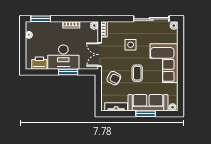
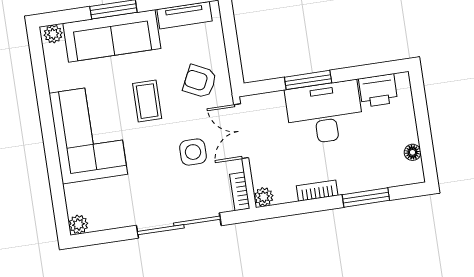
window: (41, 19) -> (366, 197), moved
sliding door: (151, 19) -> (179, 225), moved
side table: (131, 45) -> (193, 152), moved
double door: (100, 55) -> (241, 131), swing flipped

